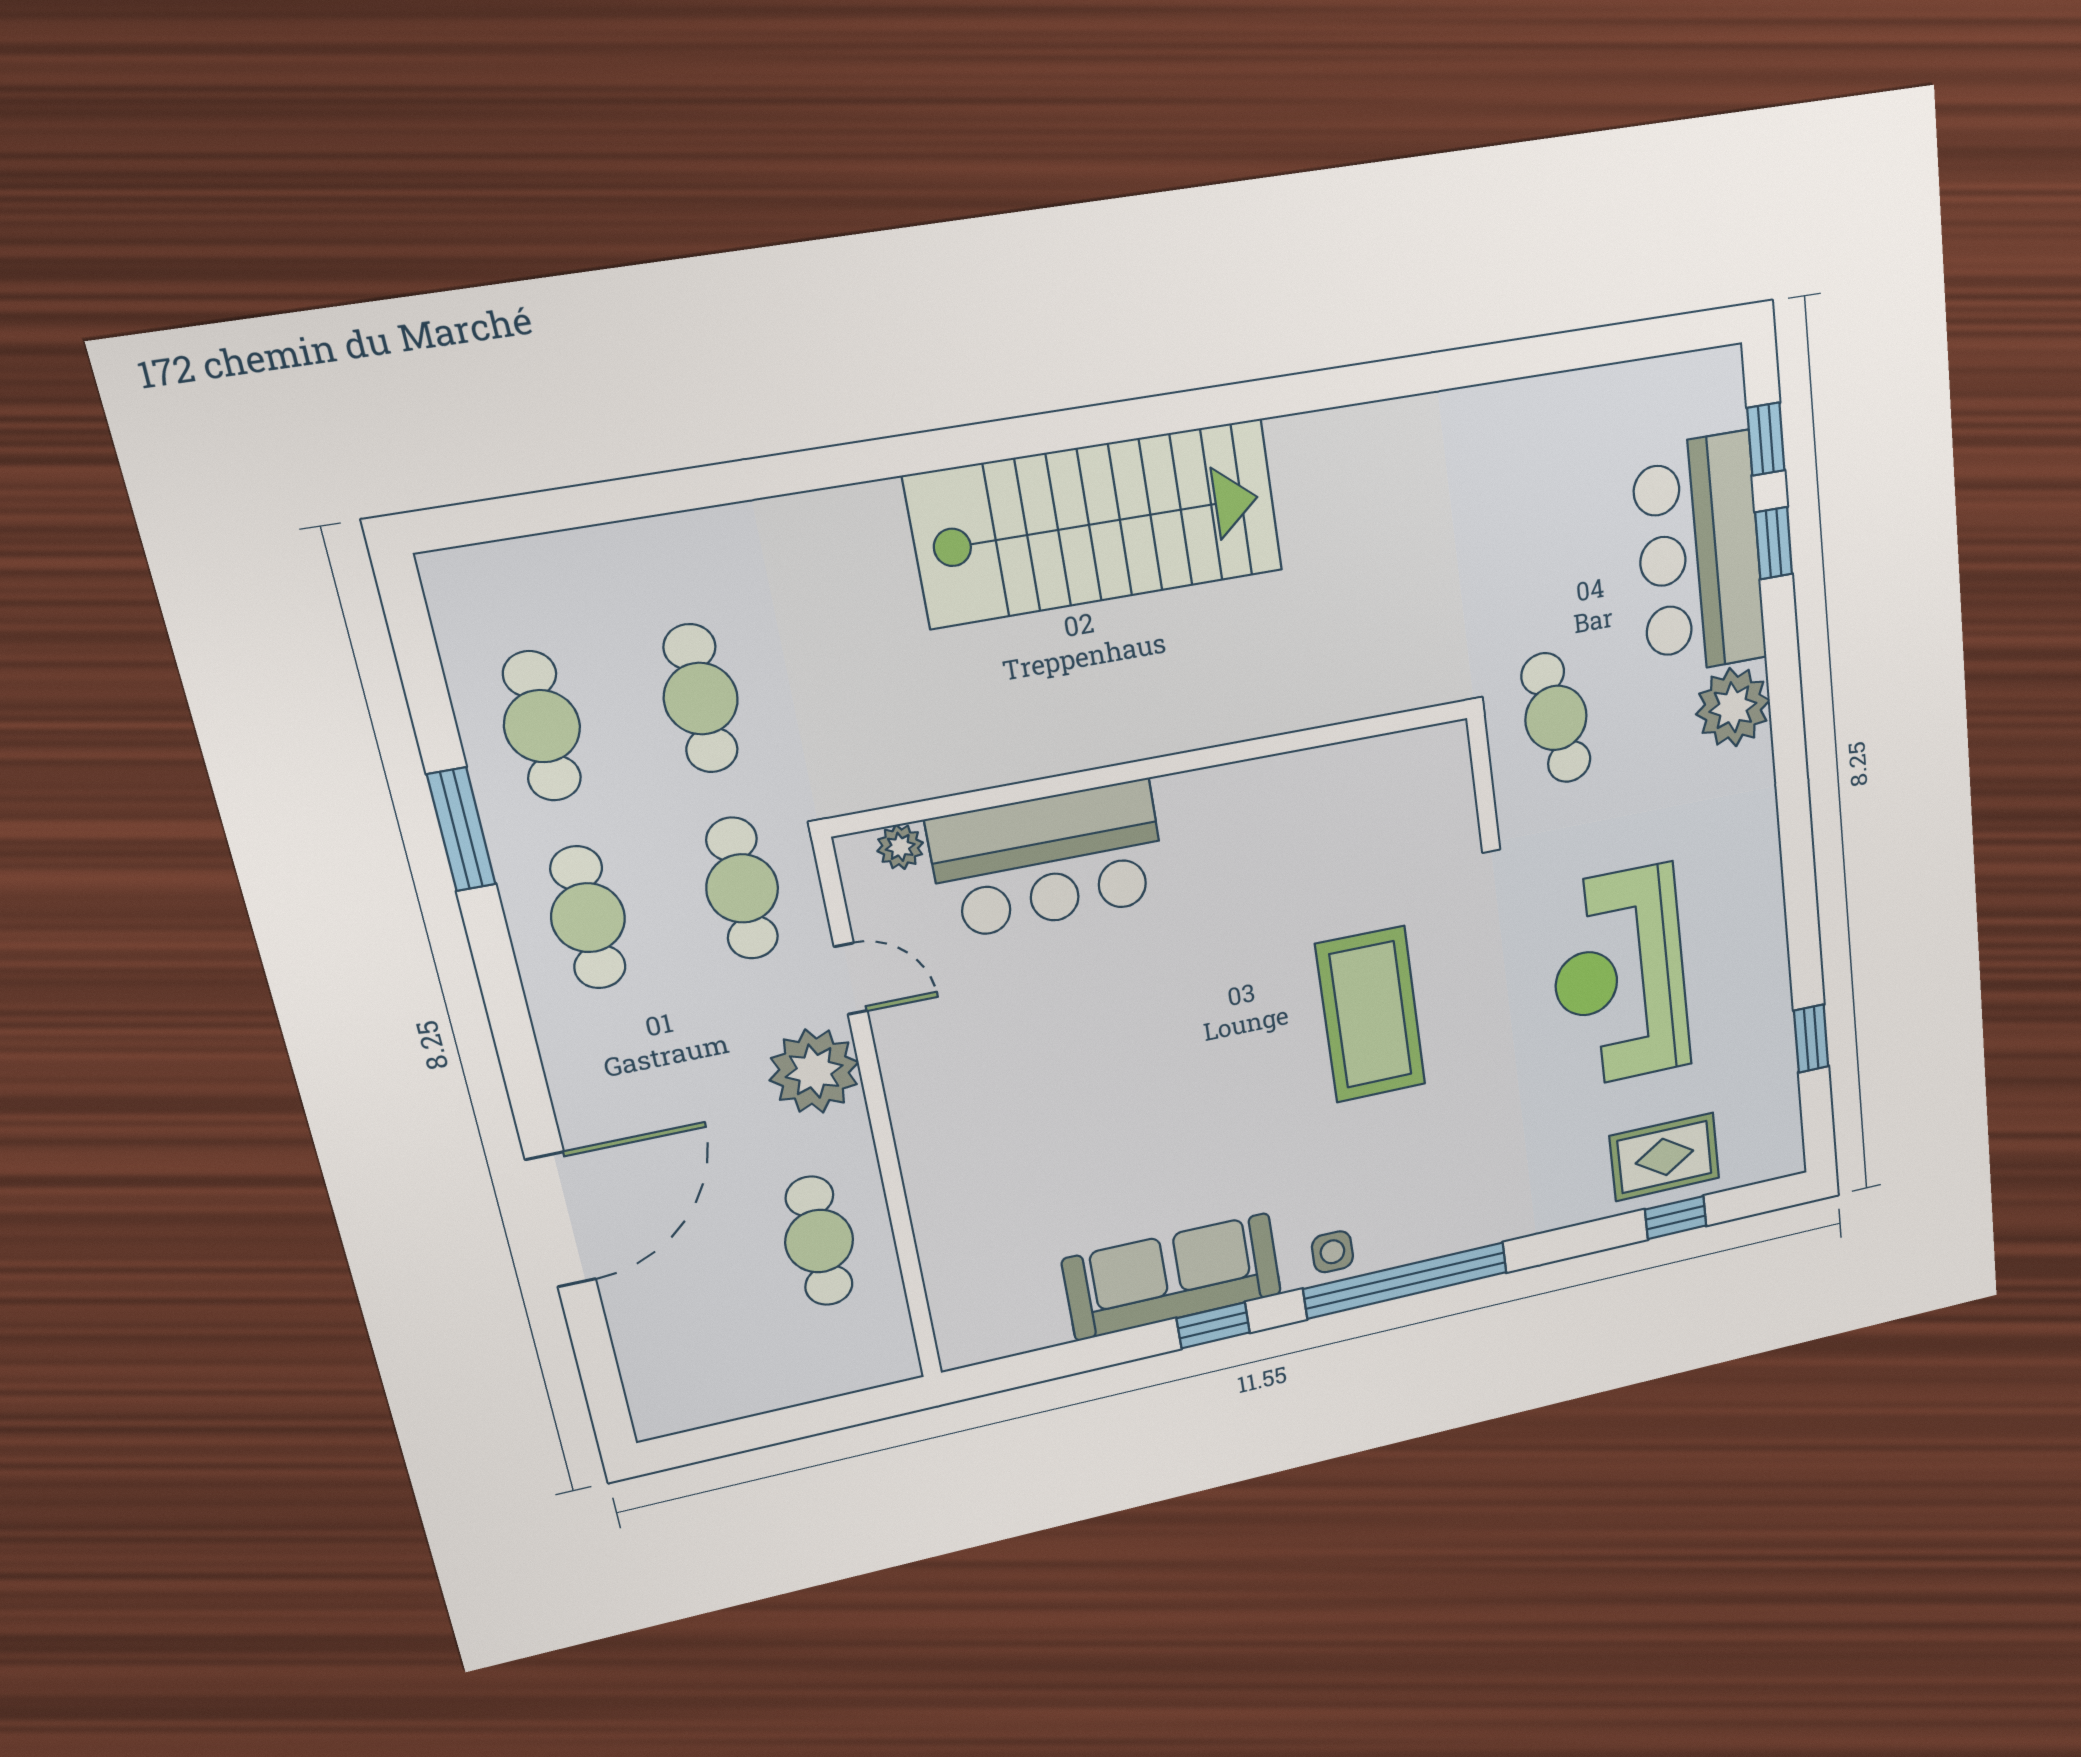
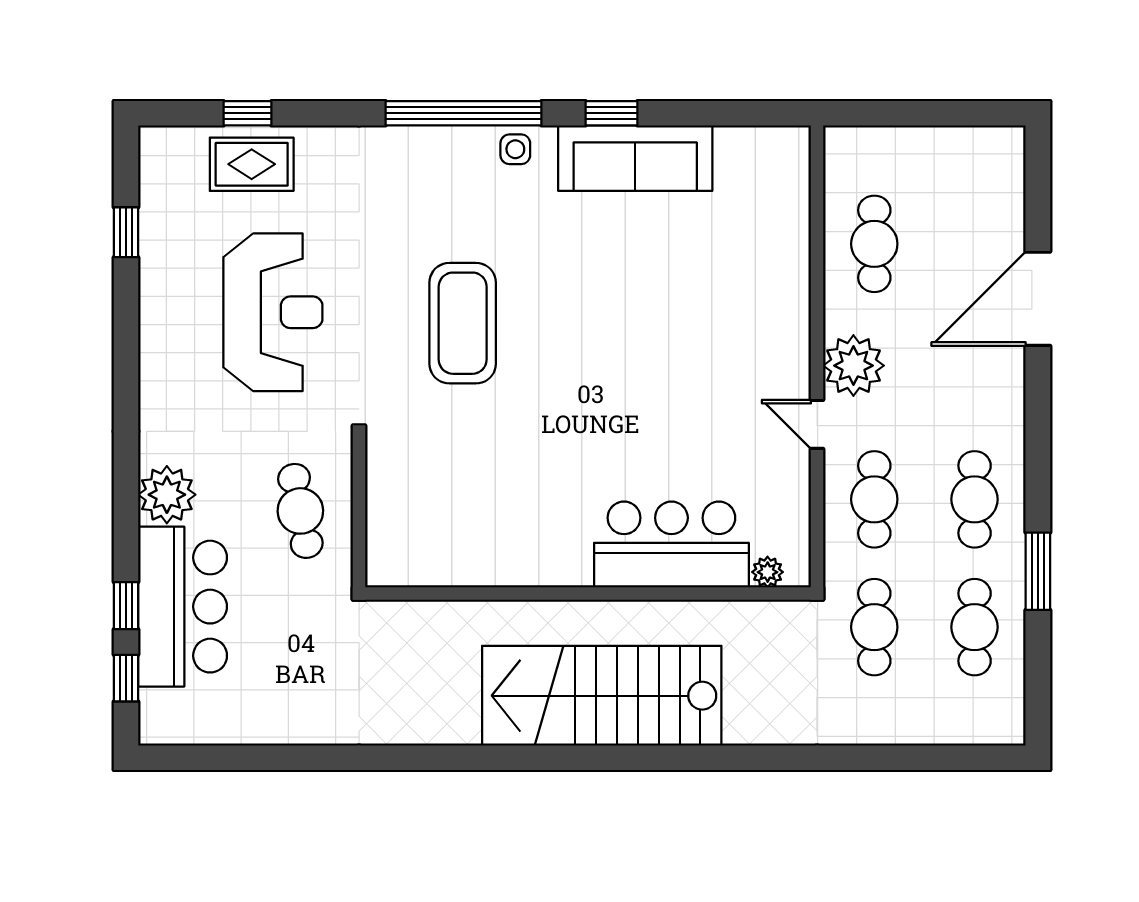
wall: (1156, 767) -> (588, 594), moved
plant: (900, 847) -> (768, 572), moved
bar counter: (1048, 859) -> (671, 544), moved

